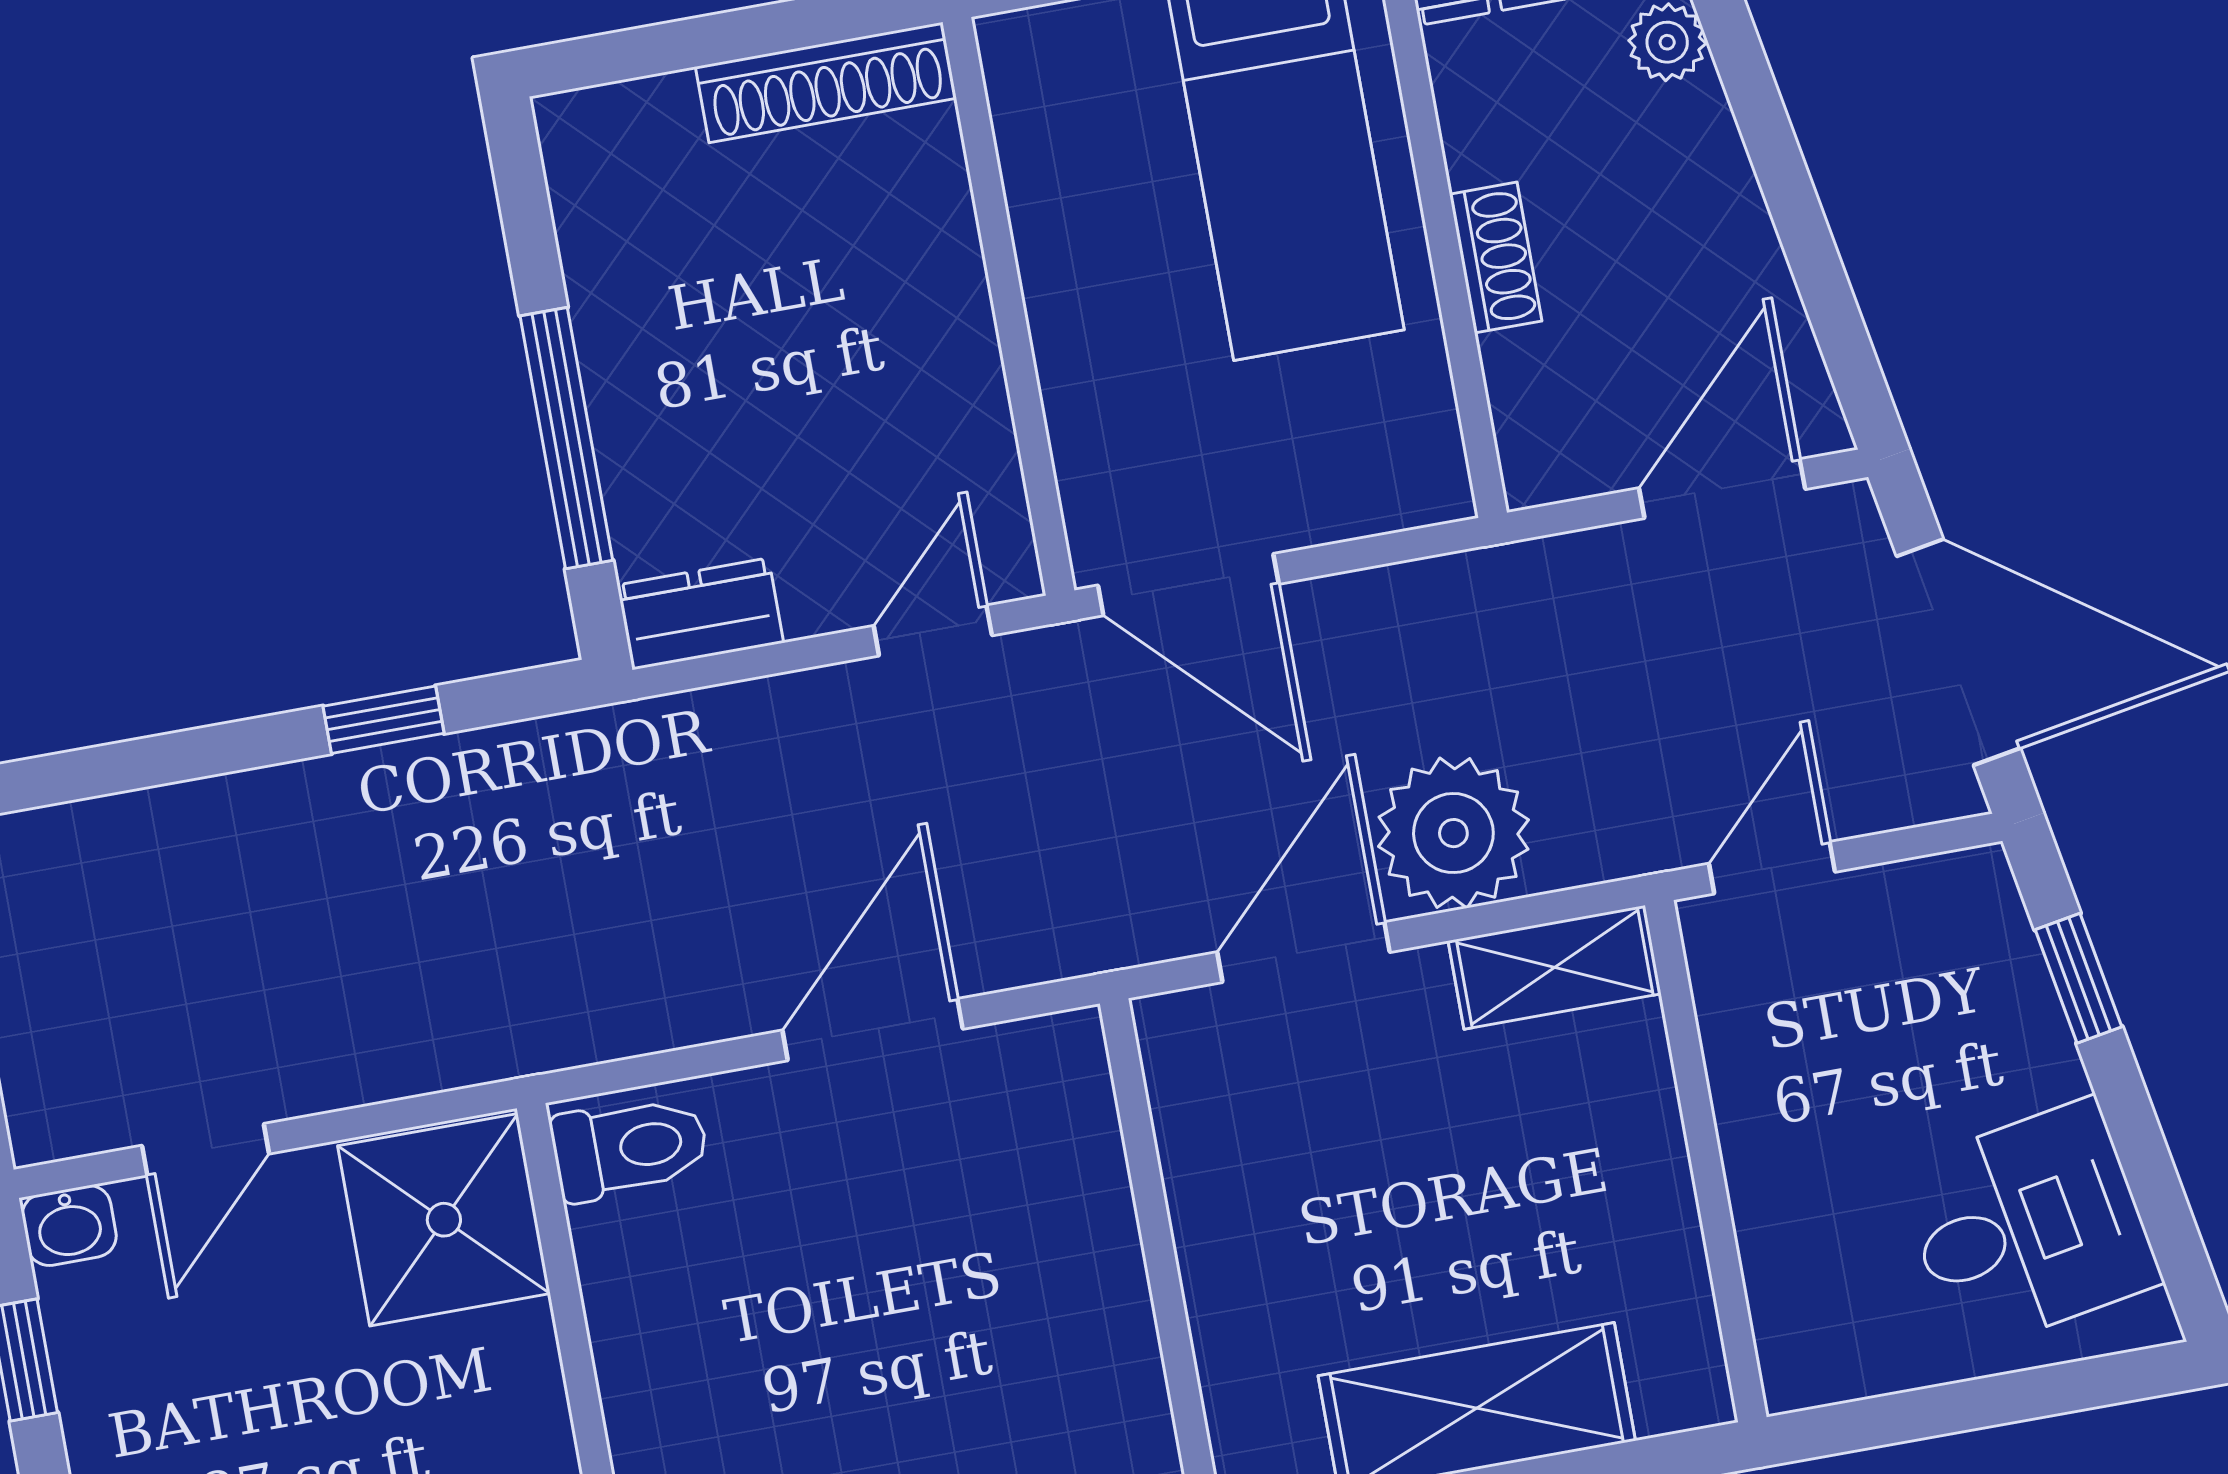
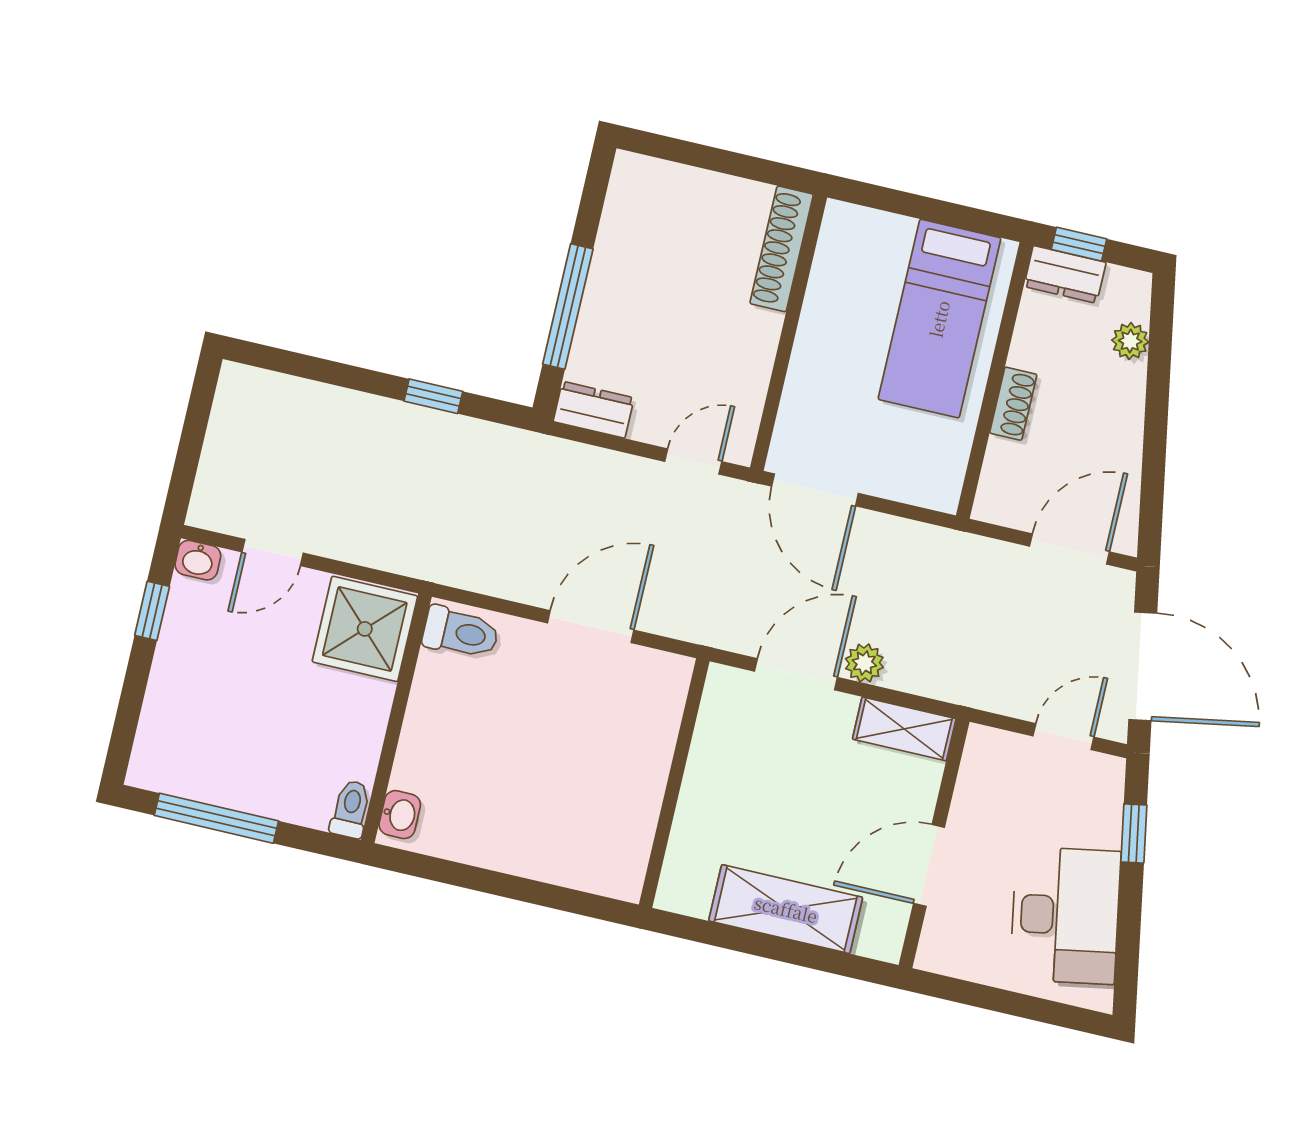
shoe rack: (826, 83) -> (782, 249), moved, turned 90
plant: (1453, 833) -> (864, 663), width x0.53, depth x0.53
door: (1772, 868) -> (1063, 737), moved
door: (1714, 1207) -> (929, 865), added
desk: (2028, 1226) -> (1065, 915), width x1.37

